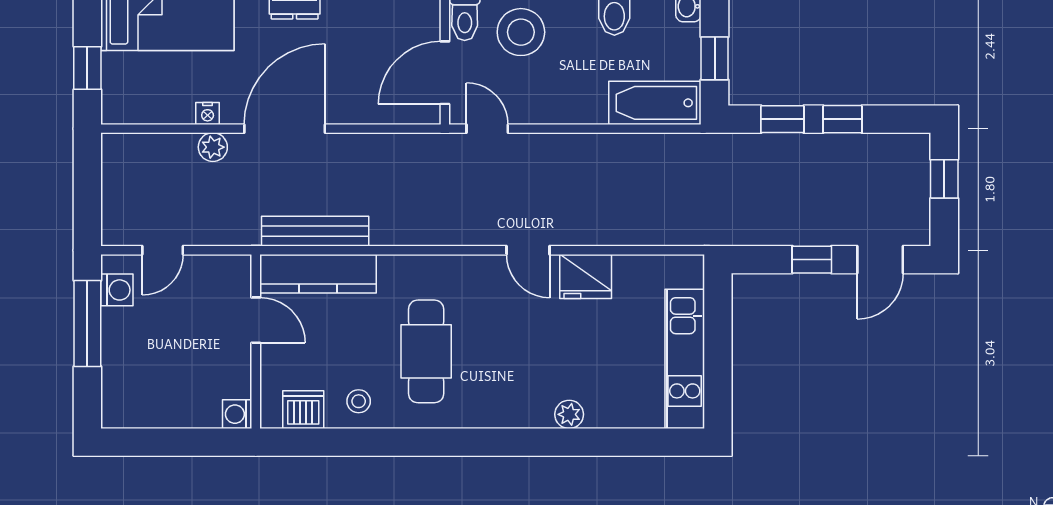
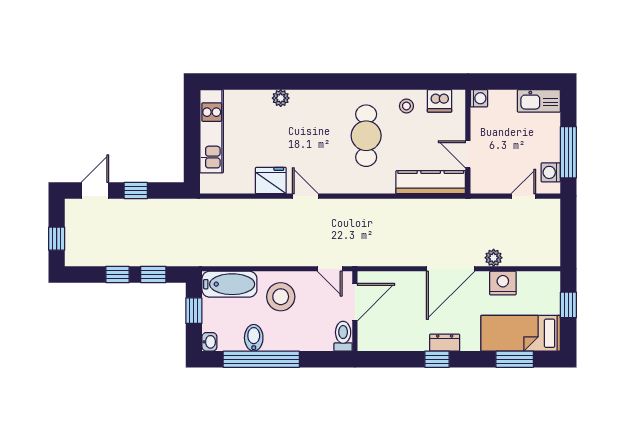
stool: (521, 32) -> (281, 297), moved
nightstand: (208, 113) -> (503, 283), width x1.89, depth x1.79
bench: (315, 231) -> (432, 208), removed
kitchen sink: (137, 410) -> (539, 101), added

